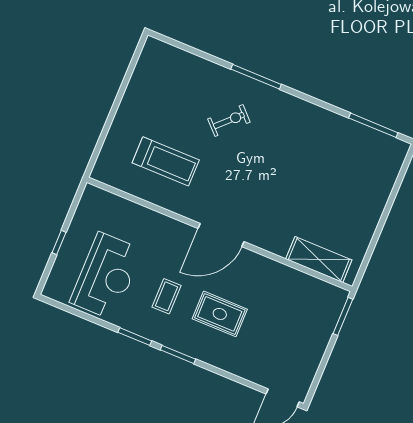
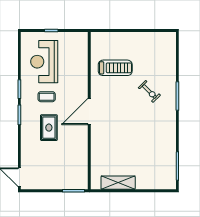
treadmill: (166, 161) -> (115, 68), turned -90
door: (221, 235) -> (89, 112), hinge flipped
shelving: (319, 260) -> (118, 183), moved, turned 90
reception desk: (106, 276) -> (44, 62), turned 90

